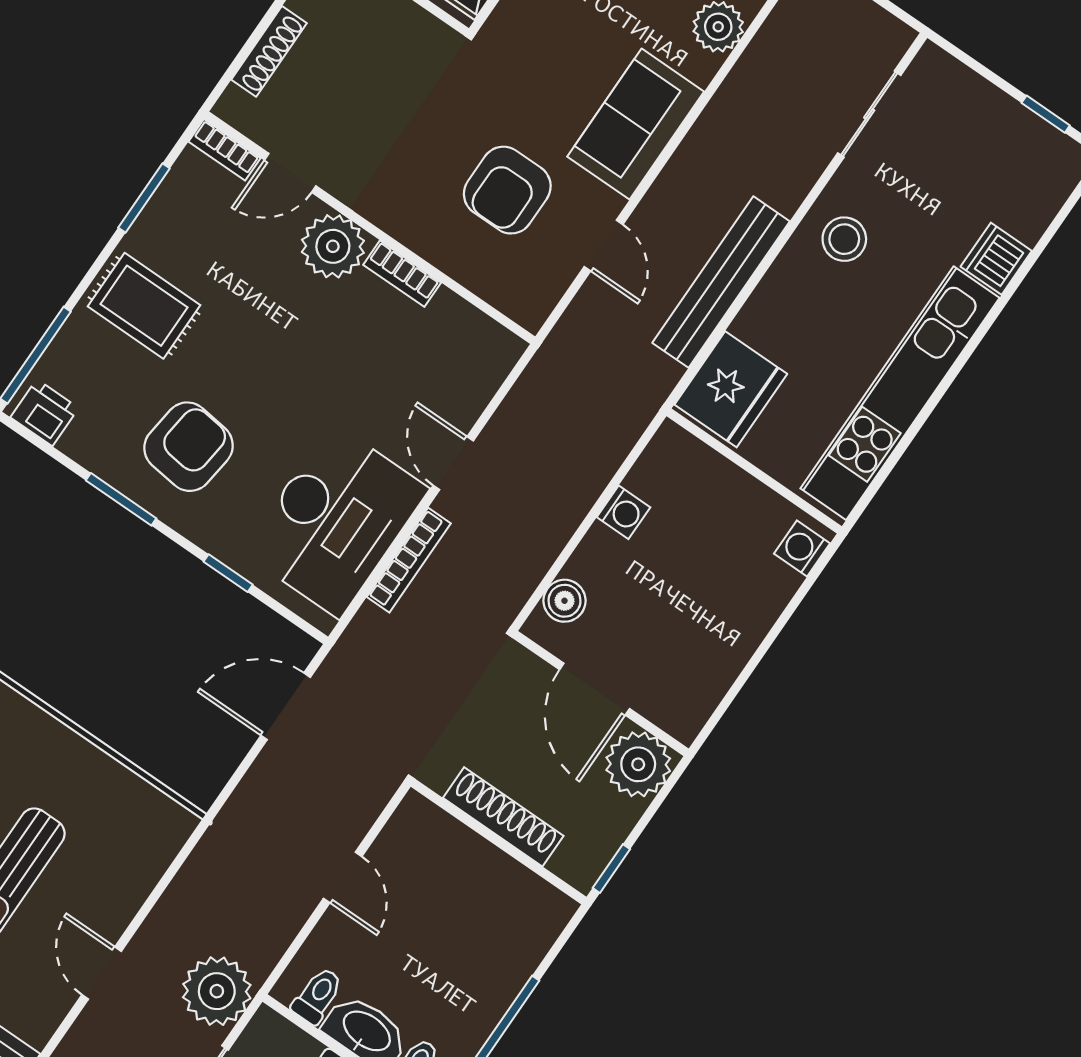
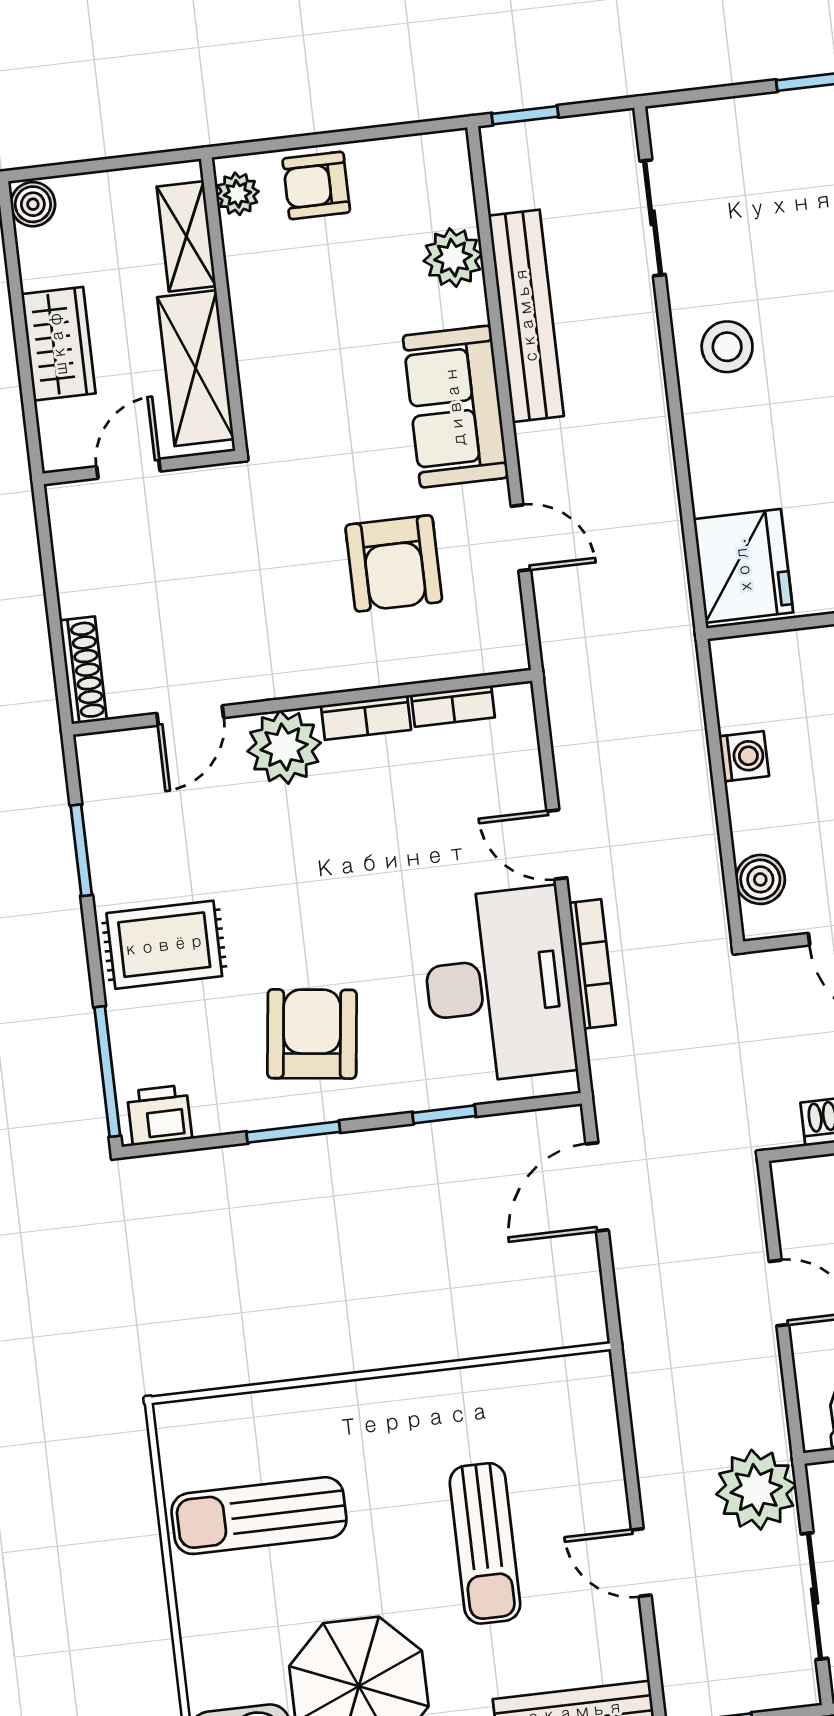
shoe rack: (269, 51) -> (83, 670), moved
bookcase: (225, 150) -> (453, 706), moved
bench: (721, 282) -> (526, 316), moved

